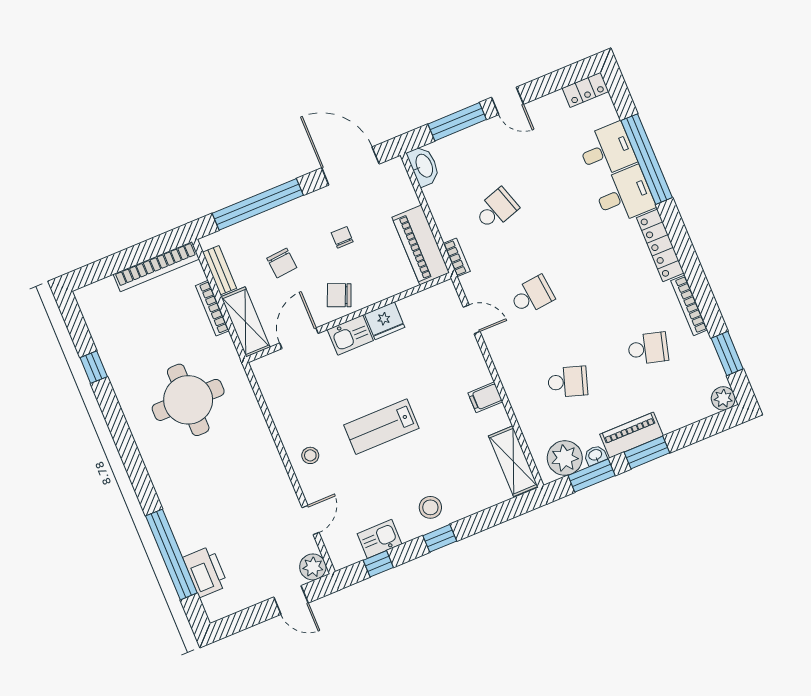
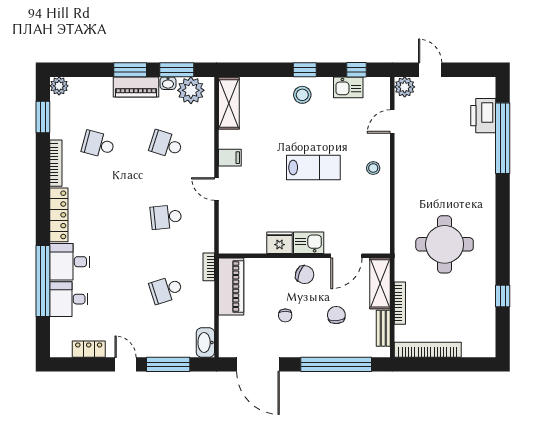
locker: (585, 90) -> (89, 349), moved
door: (472, 319) -> (217, 189), moved

